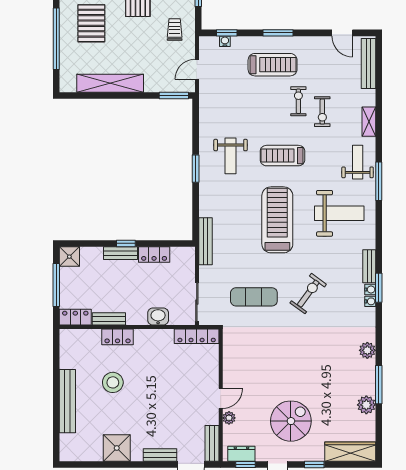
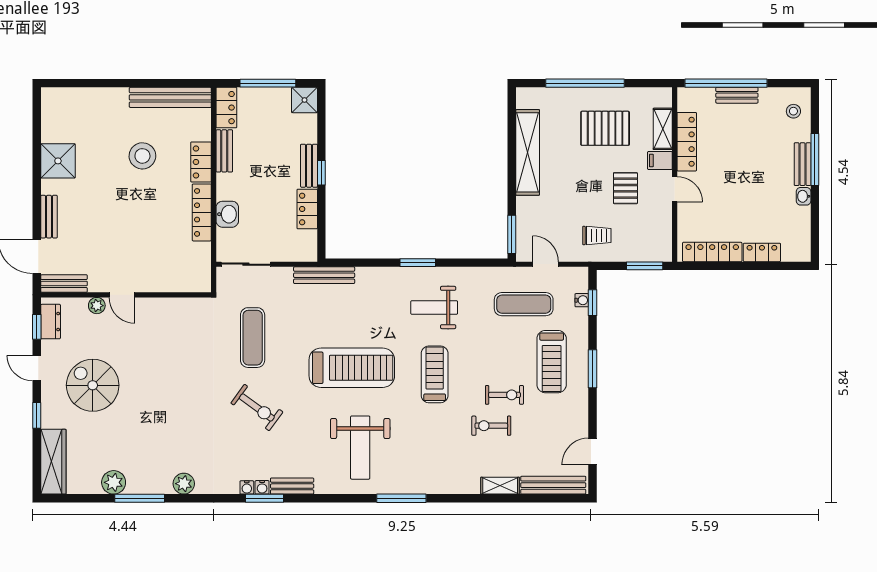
exercise mat: (228, 86) -> (524, 304), added
shelving: (369, 122) -> (500, 486), moved
weight bench: (358, 162) -> (426, 471), removed
locker: (197, 336) -> (202, 212), moved
bench: (67, 401) -> (170, 97), moved
spiral stairs: (291, 421) -> (93, 385), turned 180

